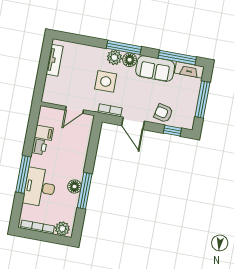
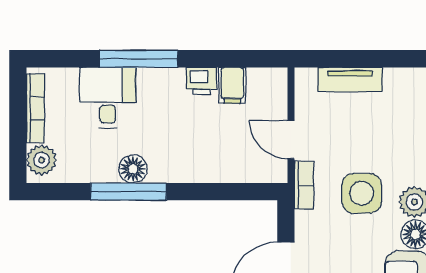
tv unit: (55, 60) -> (350, 80), moved
bookcase: (110, 110) -> (304, 185), moved
desk: (40, 187) -> (108, 98), width x0.73

